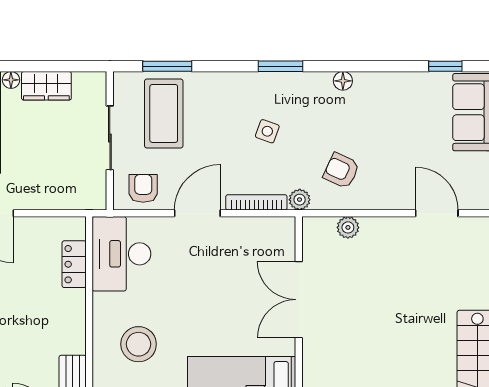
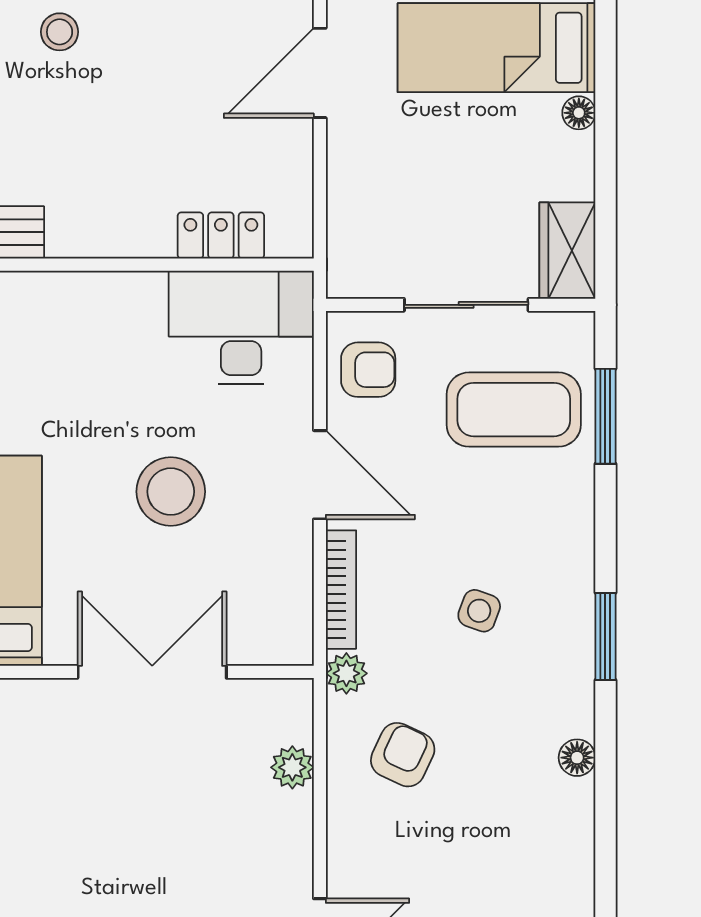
wardrobe: (46, 86) -> (567, 251), moved
stool: (139, 344) -> (171, 492), moved

